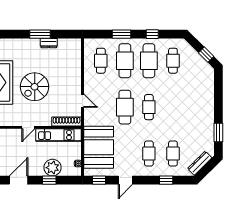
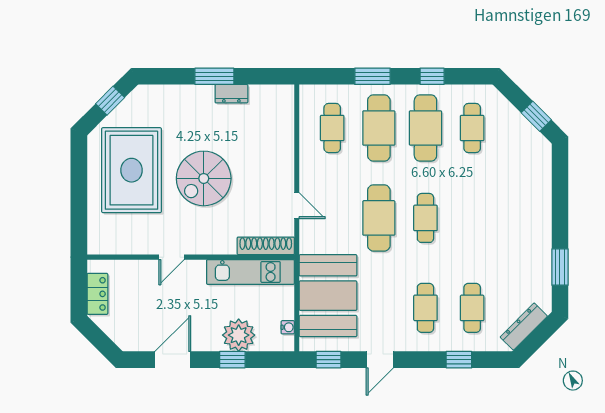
door: (28, 127) -> (172, 257), moved

